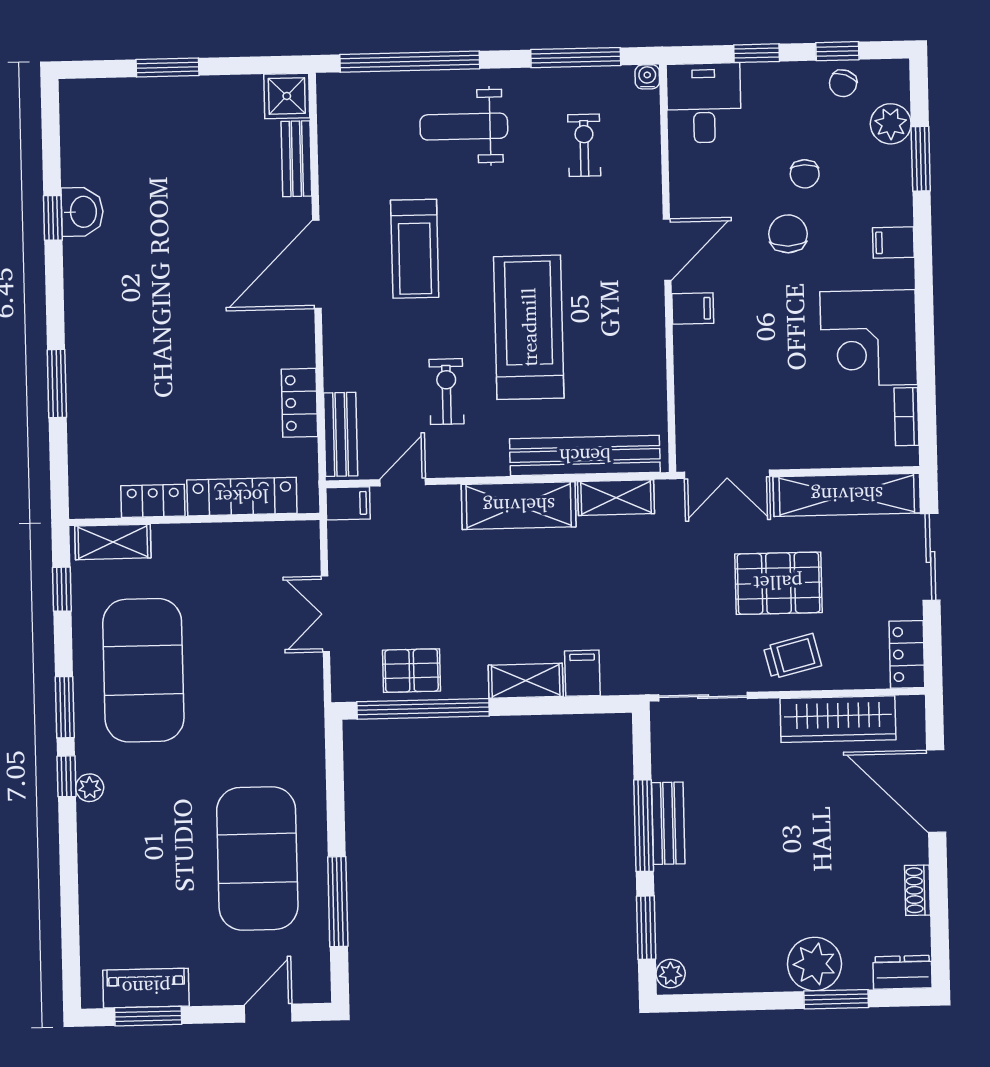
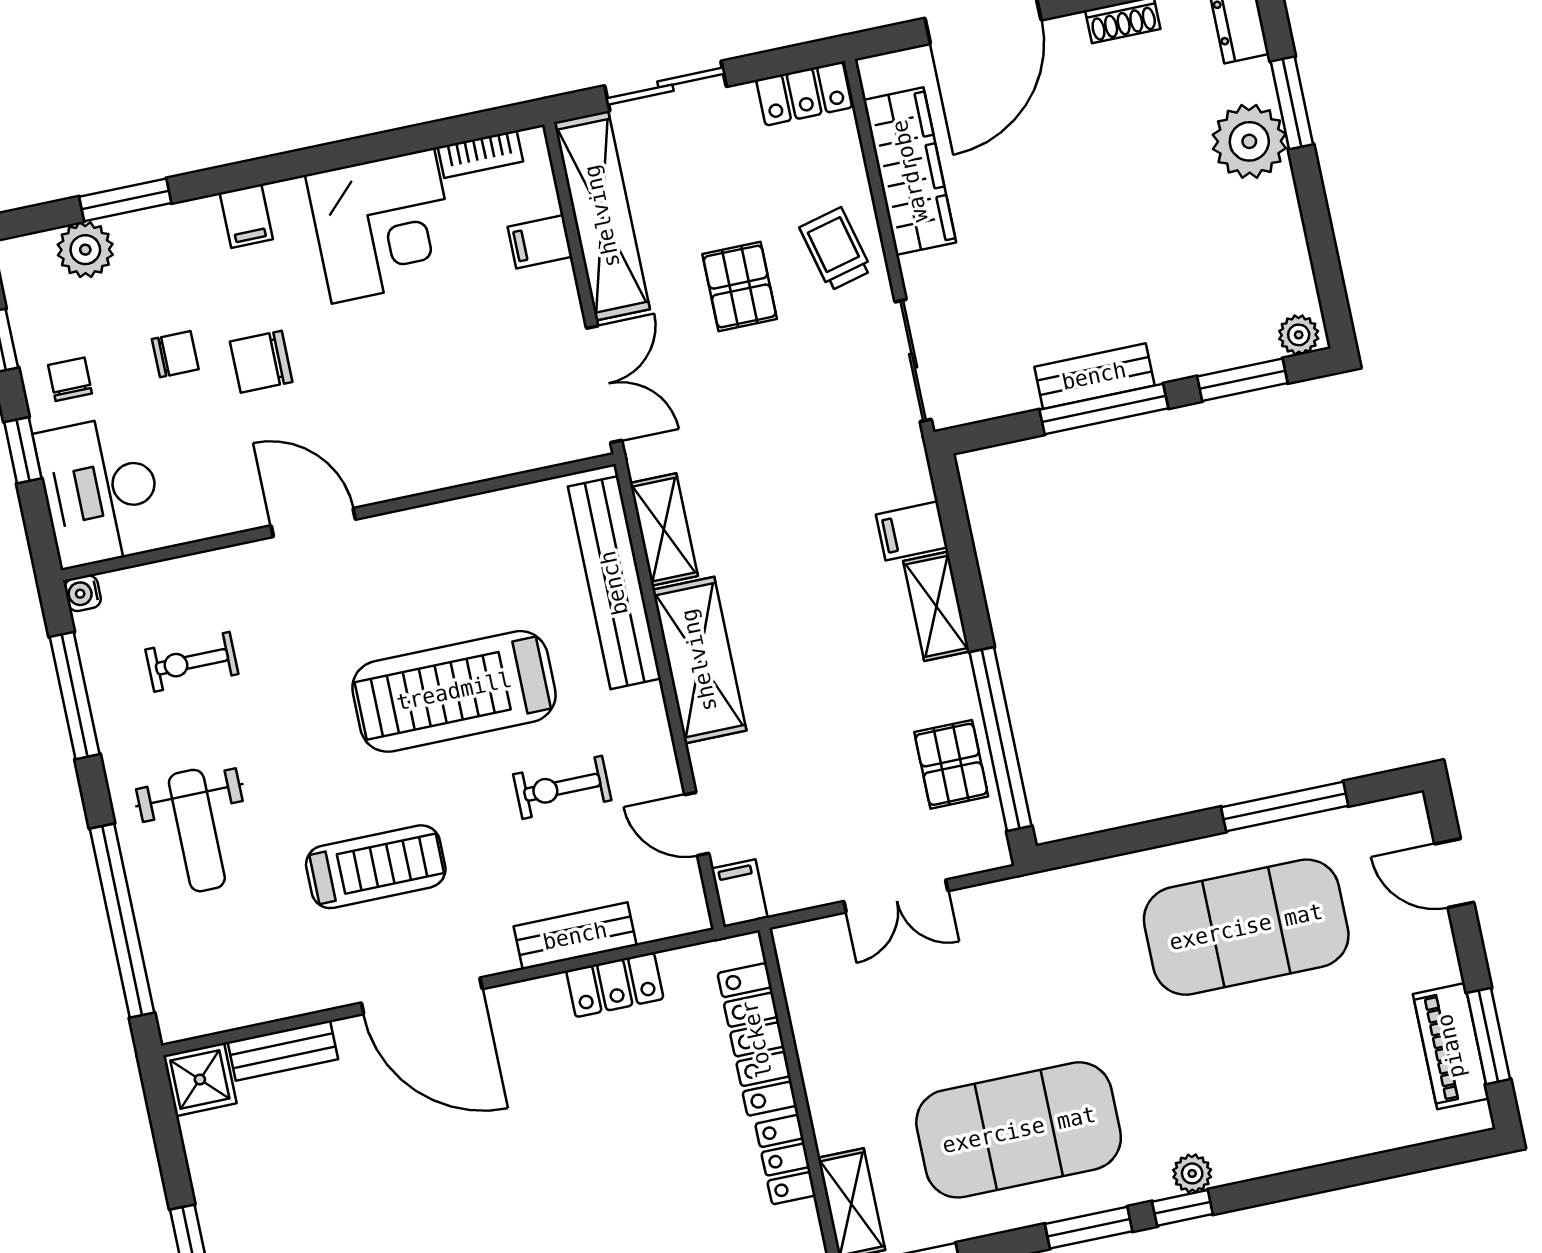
chair: (843, 83) -> (70, 379), moved, turned -111
desk: (704, 103) -> (100, 491), width x1.37
filing cabinet: (693, 309) -> (540, 242), moved, turned -90
bench: (341, 434) -> (575, 936), moved
pallet: (778, 583) -> (740, 287), width x0.67, depth x0.71

